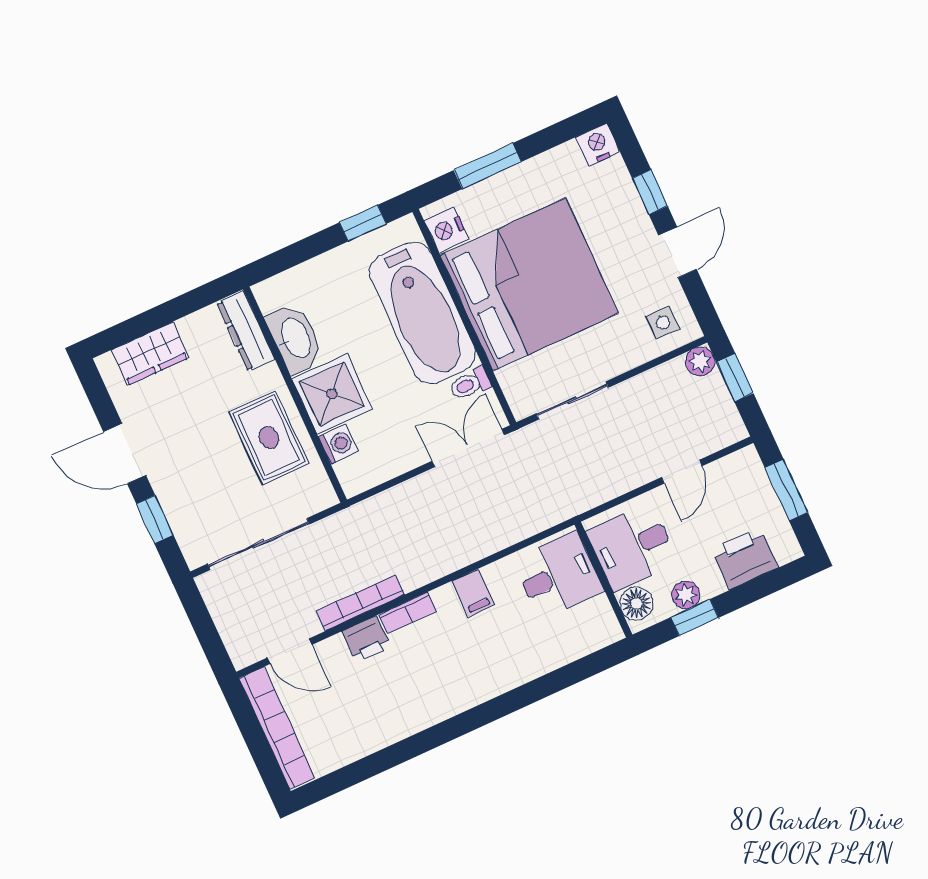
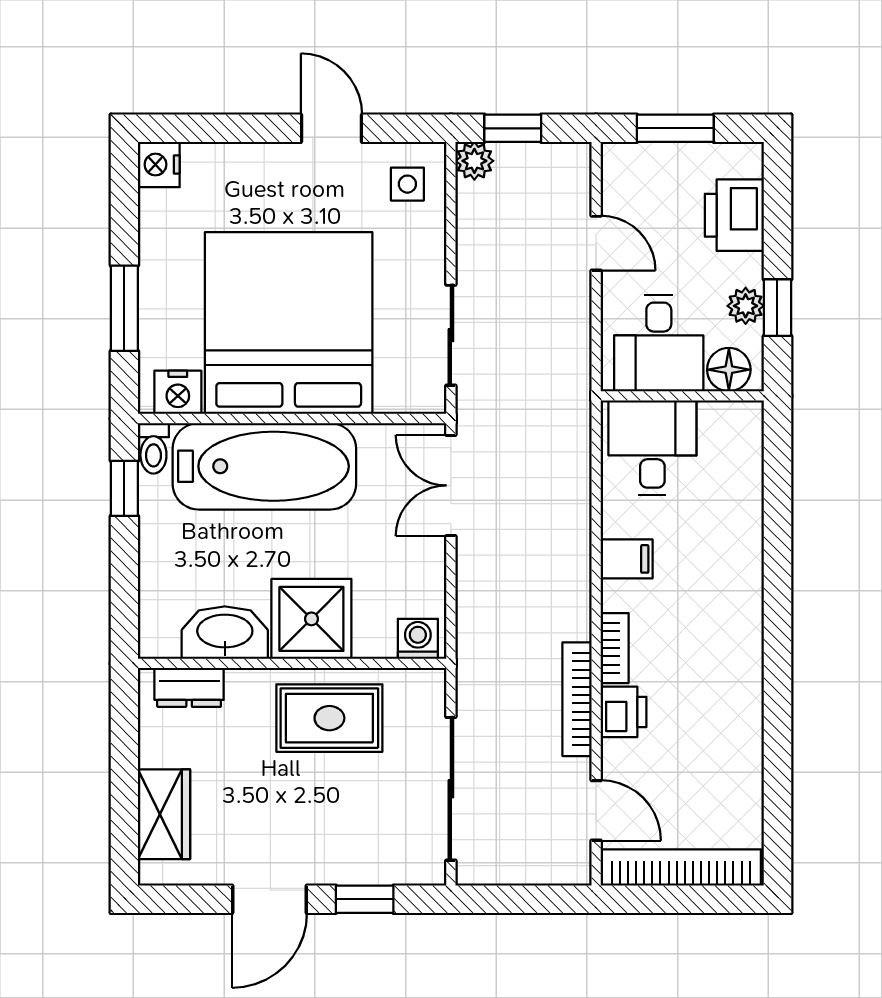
window: (650, 192) -> (244, 128), removed
dresser: (246, 331) -> (189, 687), width x0.70
toilet: (470, 384) -> (153, 448), moved
washing machine: (338, 444) -> (418, 639), moved
door: (290, 651) -> (596, 810), hinge flipped

